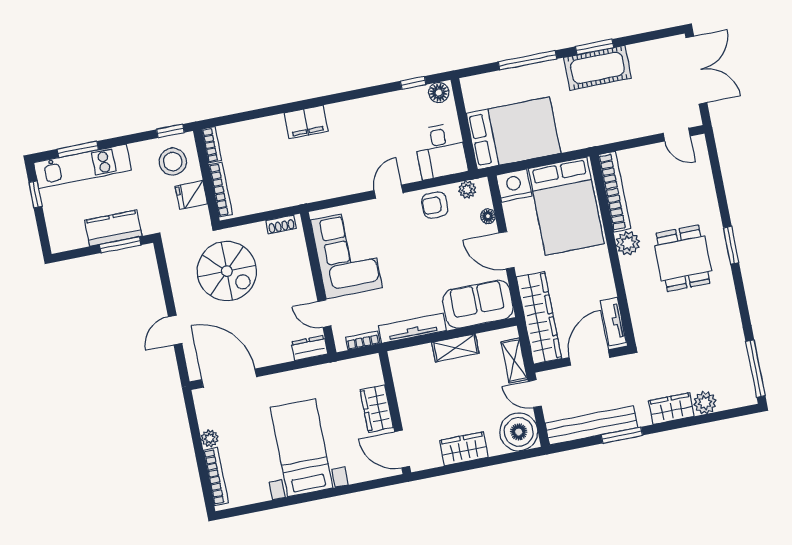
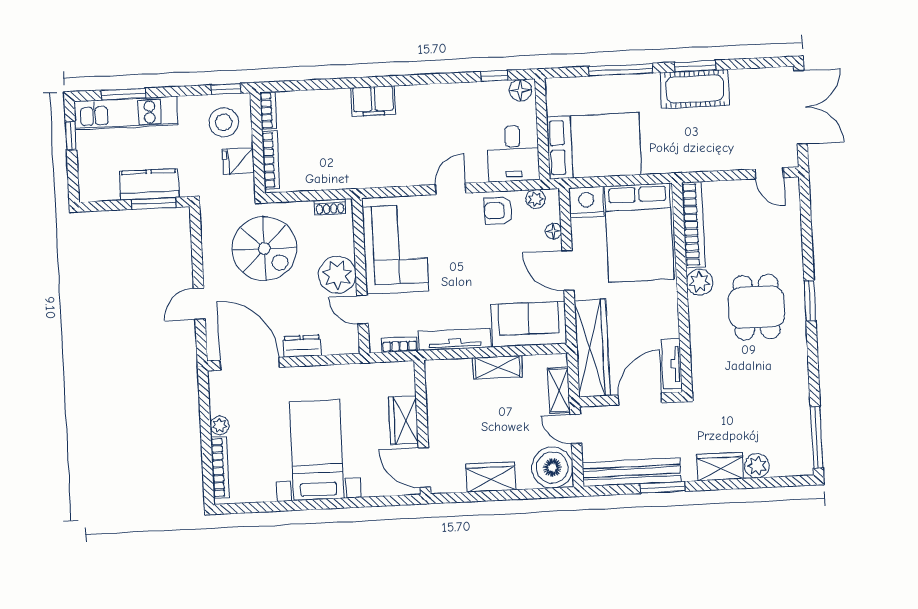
plant: (297, 285) -> (337, 275), added
dresser: (309, 348) -> (302, 346), moved

